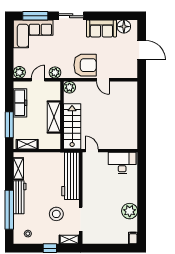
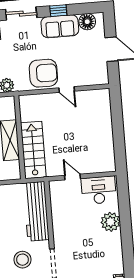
window: (101, 16) -> (58, 11), added
plant: (69, 87) -> (26, 102), removed
door: (92, 151) -> (72, 177), moved
plant: (130, 211) -> (111, 222), moved

